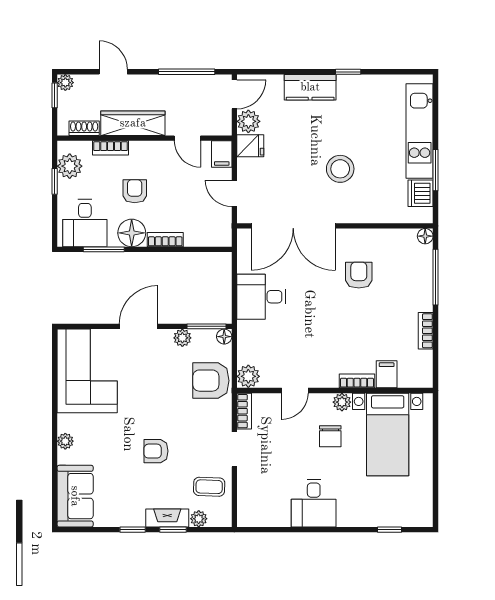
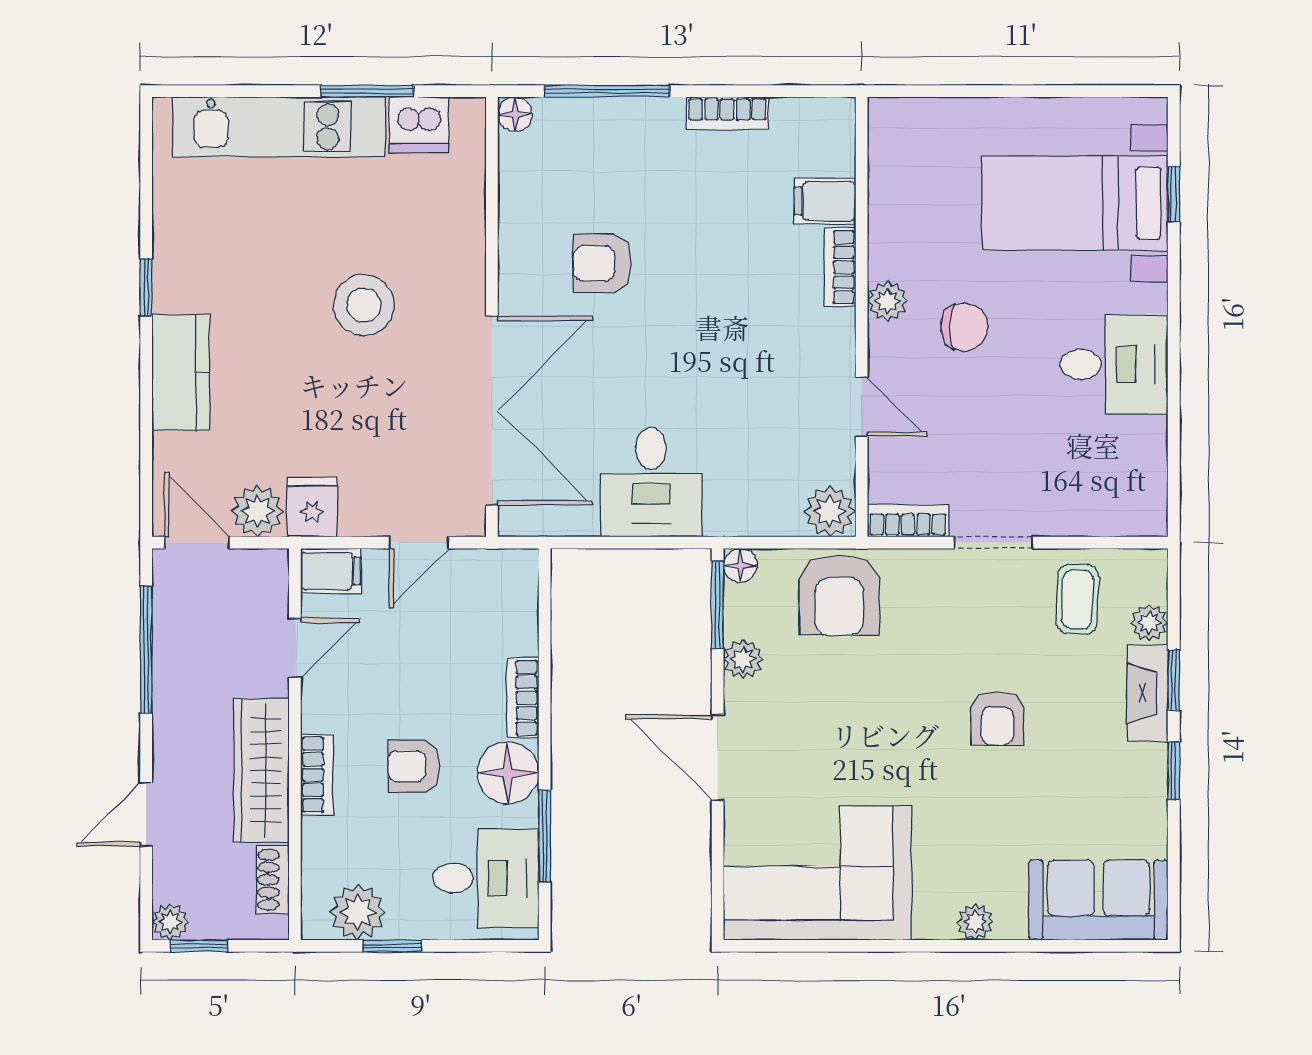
bookcase: (111, 148) -> (317, 775), moved
bed with nightstands: (388, 435) -> (1075, 203), moved, turned 180

